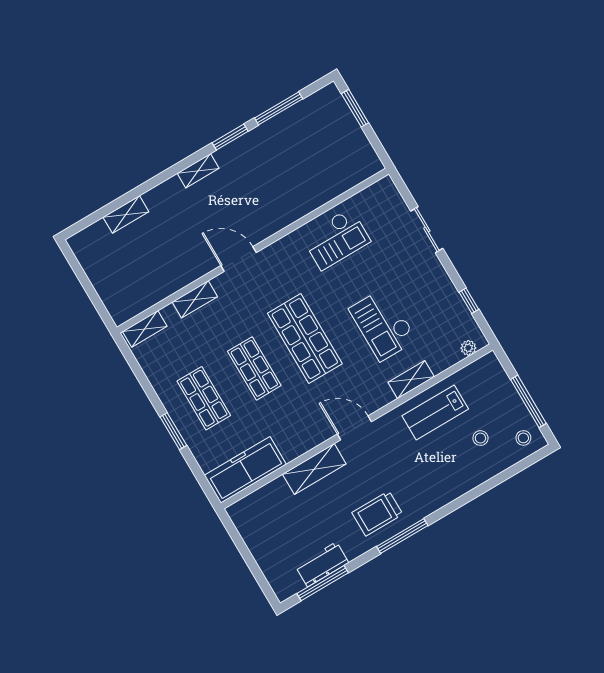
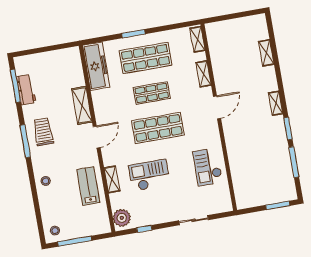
plant: (468, 348) -> (122, 218), width x1.88, depth x1.88
shop shelf: (204, 398) -> (146, 58), width x1.43, depth x1.36
stool: (480, 438) -> (46, 181), moved

